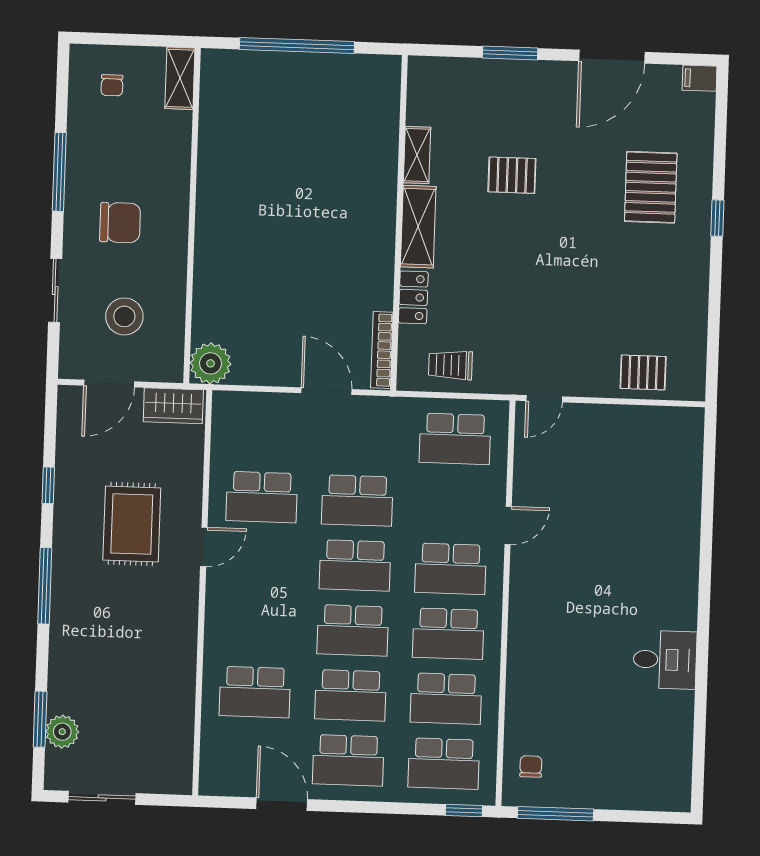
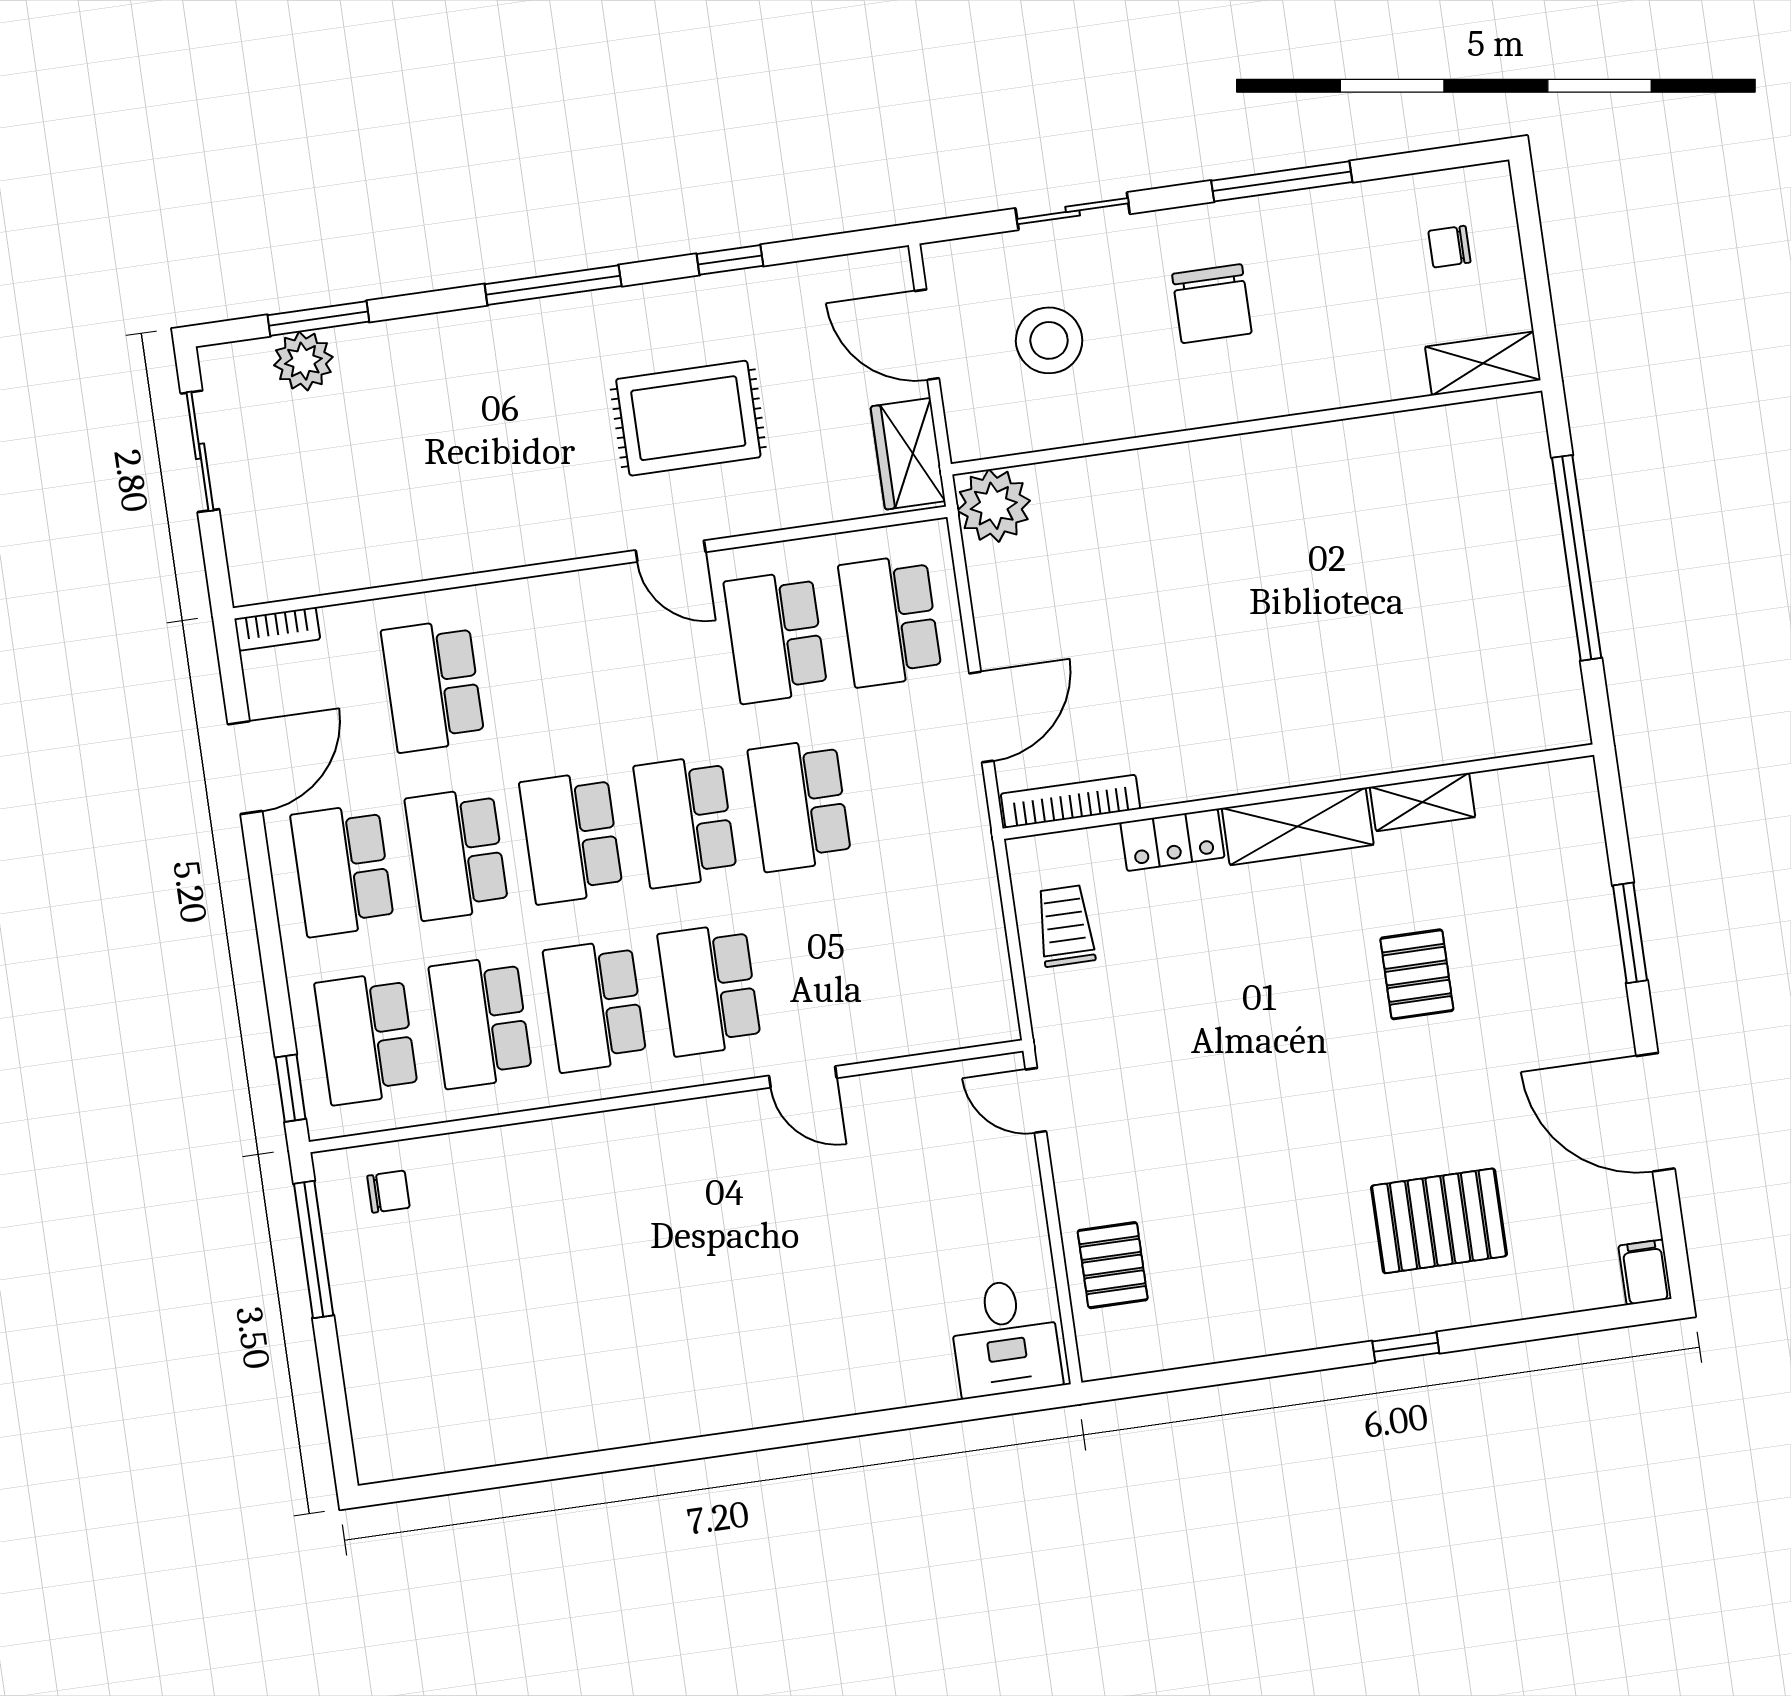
school desk: (455, 439) -> (890, 621), moved
desk: (665, 660) -> (1005, 1338), moved
bookcase: (208, 773) -> (277, 629), added

